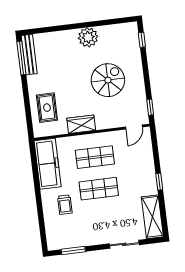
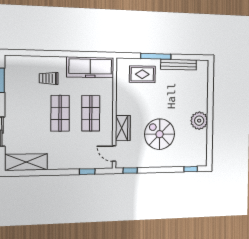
bench: (29, 55) -> (179, 65), moved
window: (21, 58) -> (156, 56), moved
spiral stairs: (108, 80) -> (160, 134), turned 180
wardrobe: (81, 124) -> (123, 128), moved
window: (159, 182) -> (87, 172), moved

